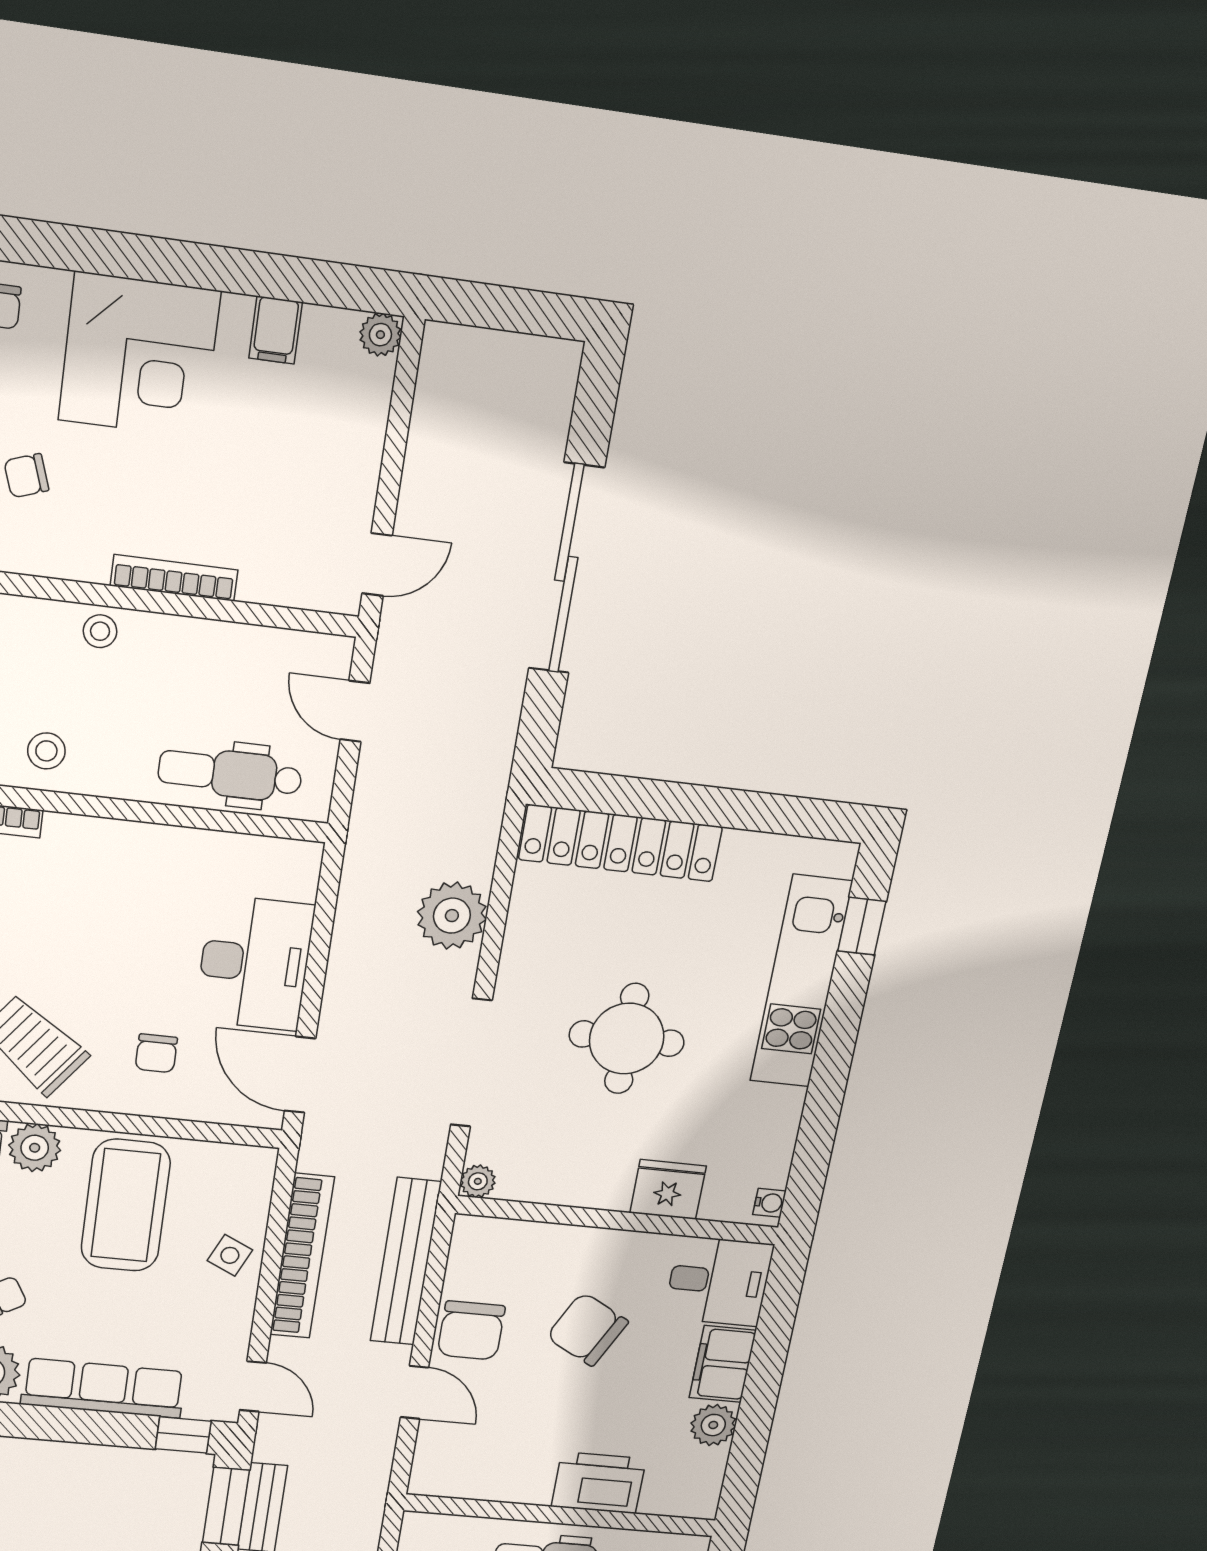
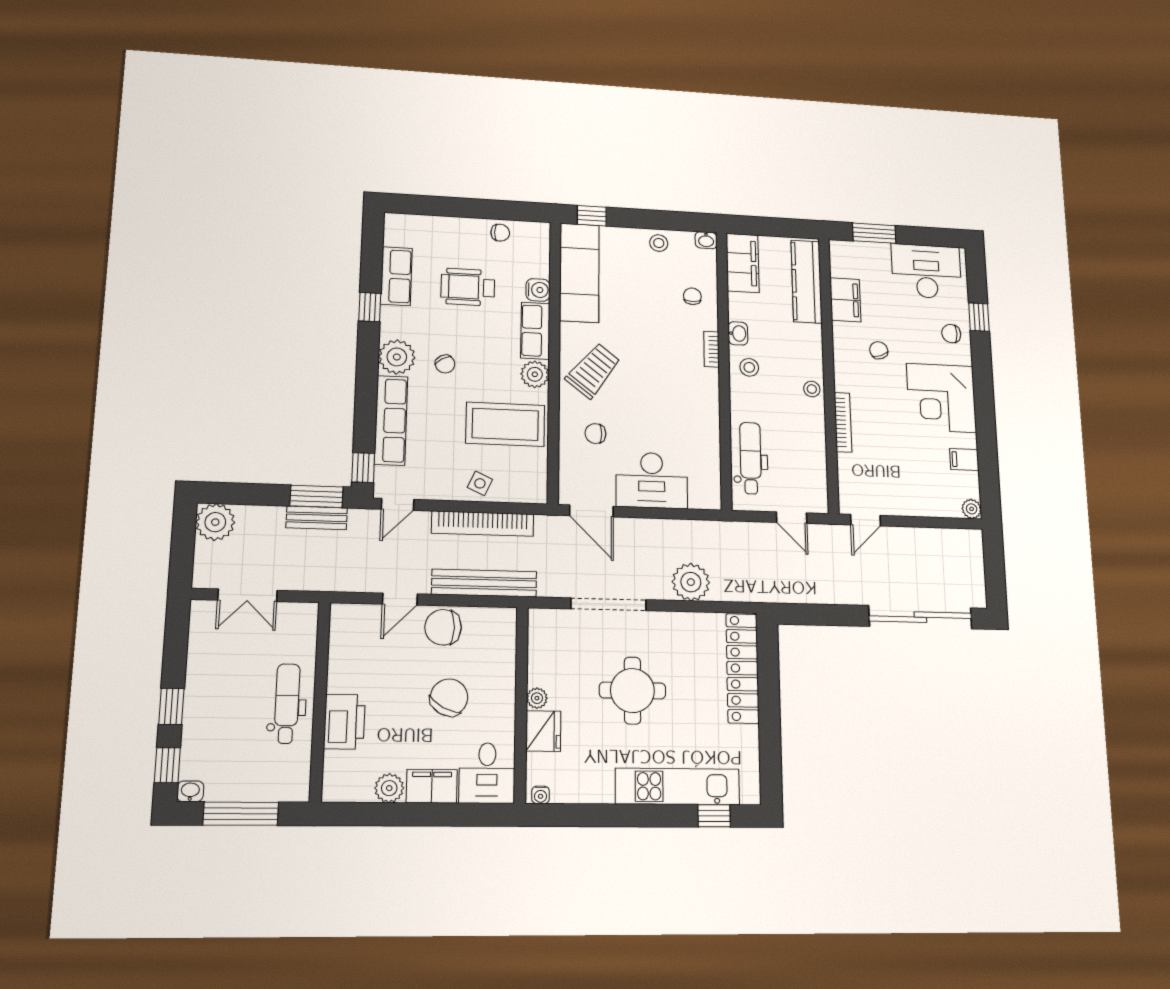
door: (377, 564) -> (866, 520), hinge flipped
sliding door: (566, 569) -> (920, 617), moved
door: (355, 711) -> (792, 518), swing flipped
door: (300, 1075) -> (591, 511), swing flipped
plant: (478, 1181) -> (537, 698), moved

